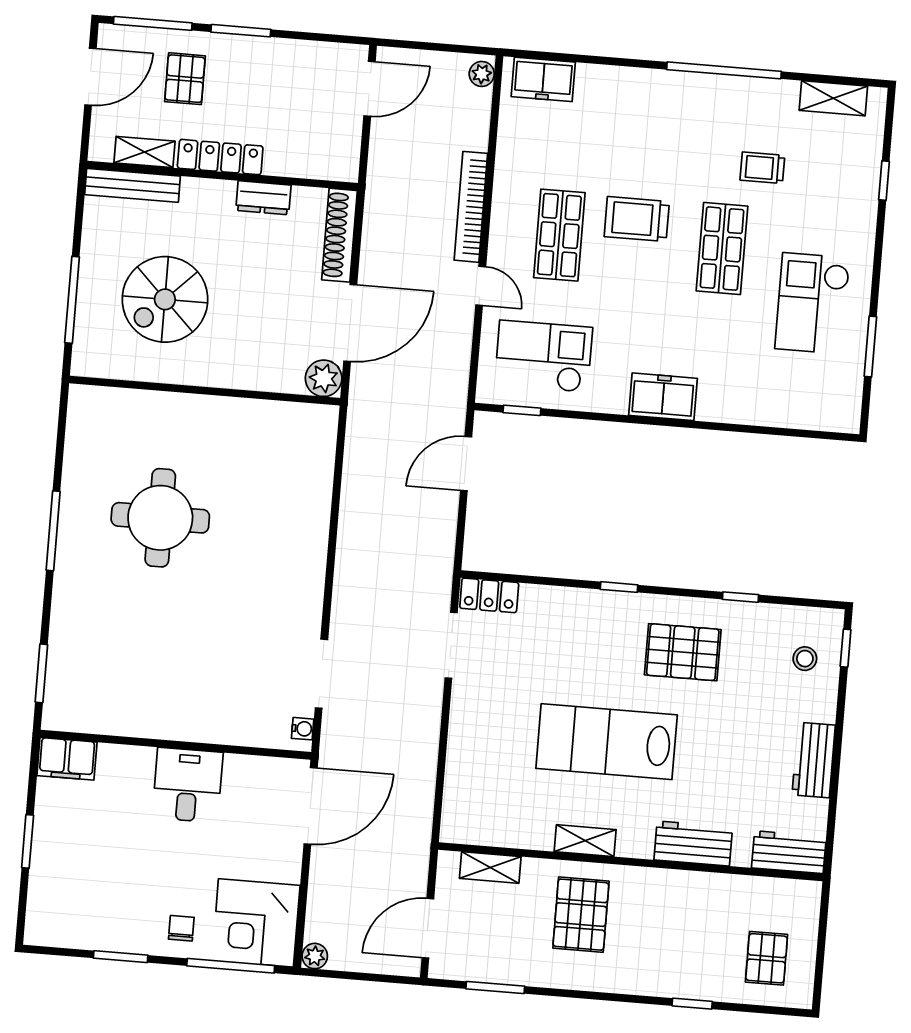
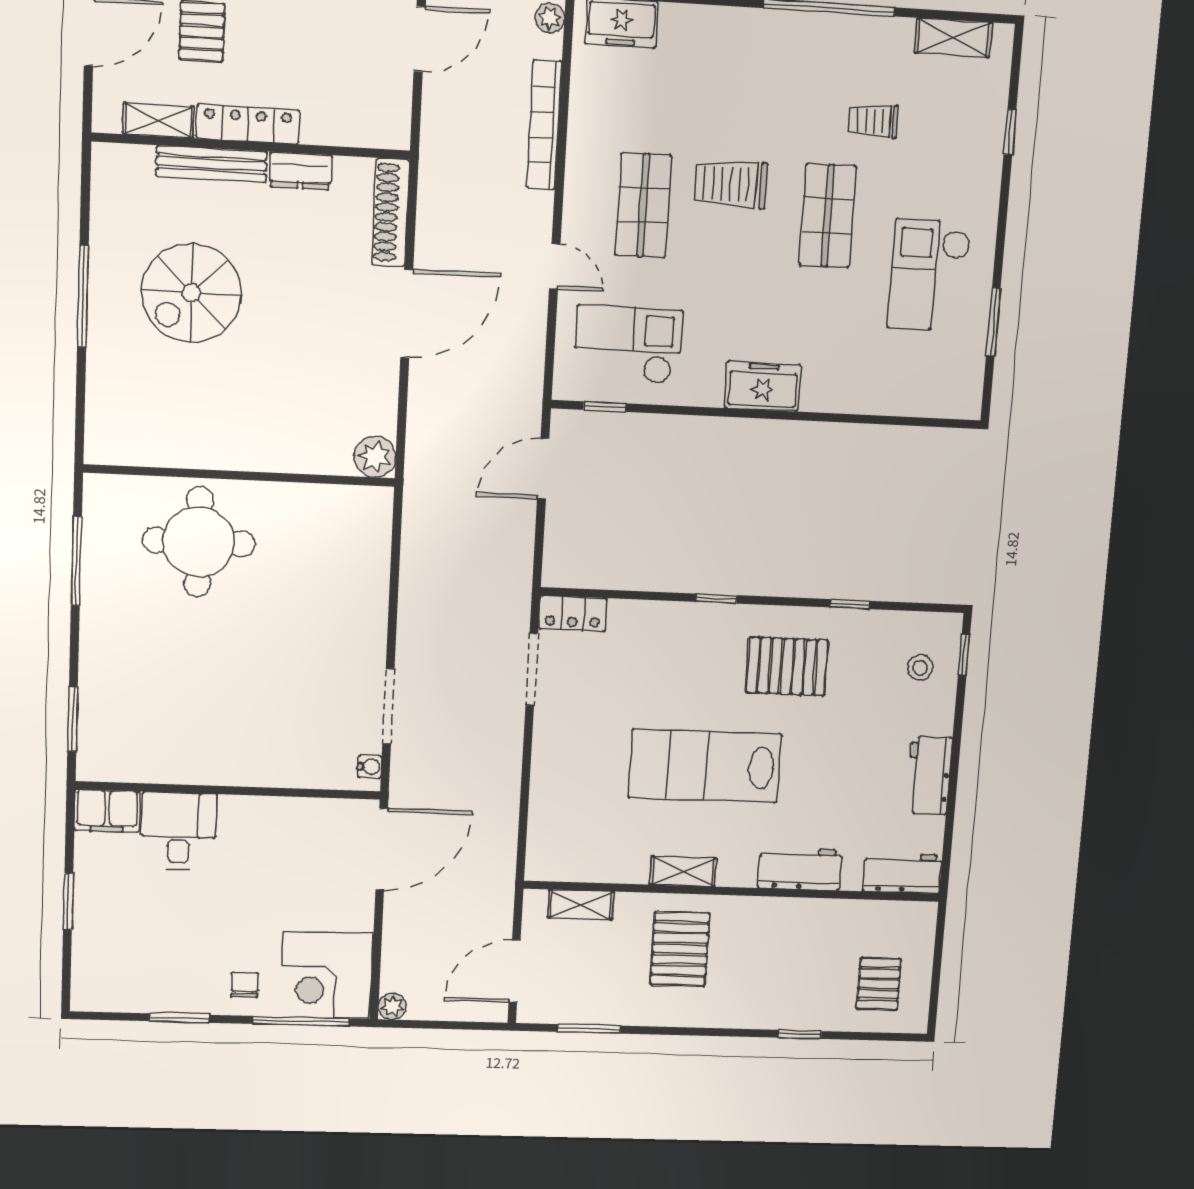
bench: (133, 185) -> (211, 164), moved
bookcase: (471, 207) -> (544, 125), moved
plant: (324, 378) -> (375, 457), moved
wall: (205, 391) -> (240, 475), moved
desk: (188, 785) -> (179, 831), moved

